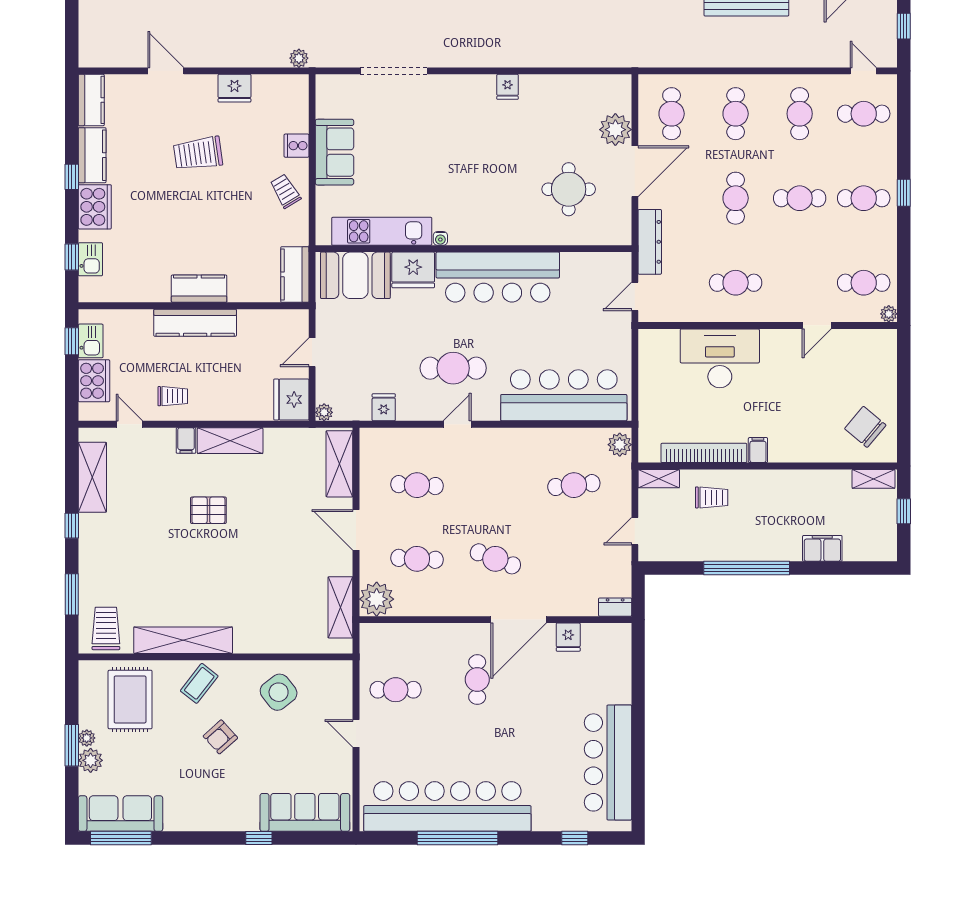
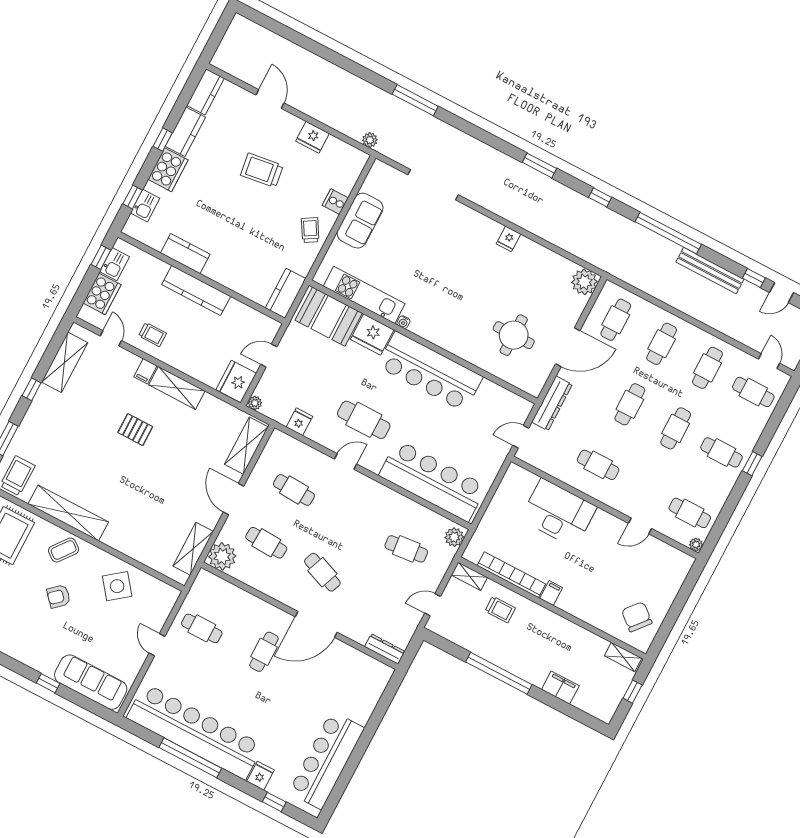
plant: (615, 130) -> (584, 282), moved
cafe table: (800, 198) -> (676, 428), turned 90
kitchen counter: (199, 289) -> (185, 254), moved
dresser: (615, 607) -> (385, 649), width x1.44
fridge: (568, 637) -> (260, 776), moved, turned 180

